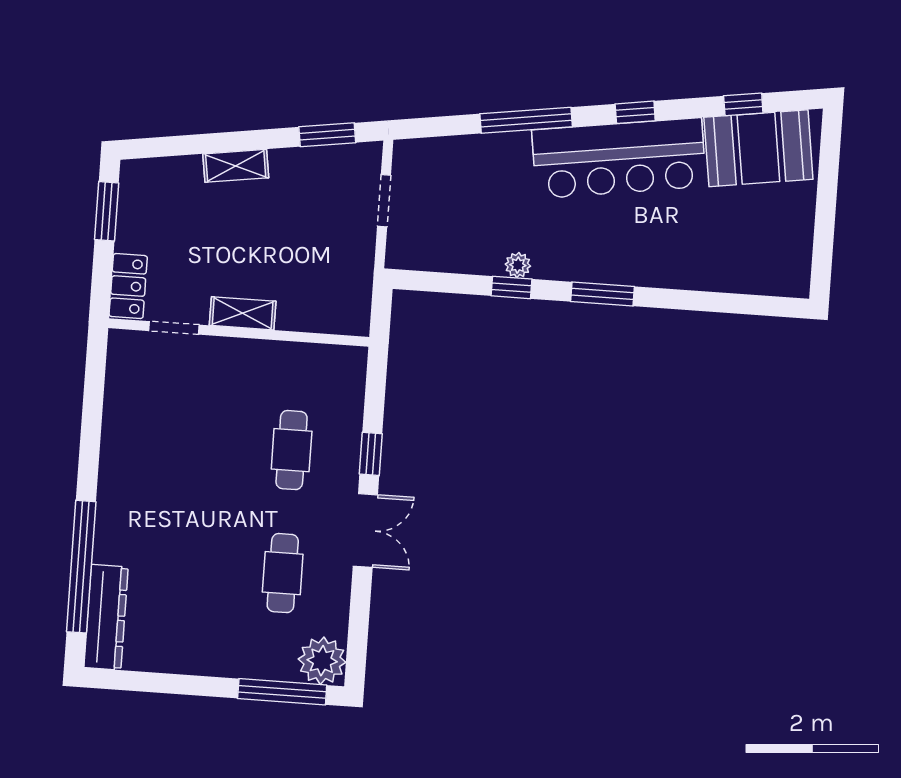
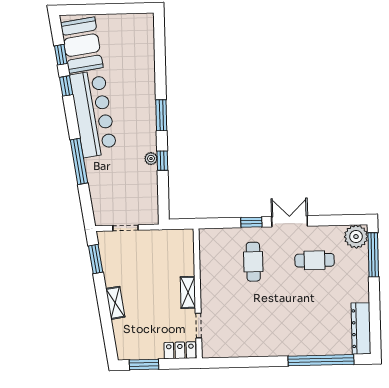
window: (635, 112) -> (66, 86), moved
cafe table: (292, 450) -> (253, 262), turned 90
dresser: (106, 617) -> (361, 329), moved, turned -90

